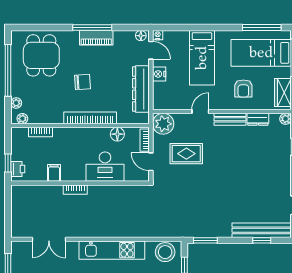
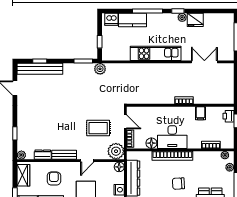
floor lamp: (159, 103) -> (119, 167), added
desk: (105, 167) -> (172, 137), moved, turned 180
plant: (184, 230) -> (100, 69), added
stool: (165, 252) -> (114, 52), removed

